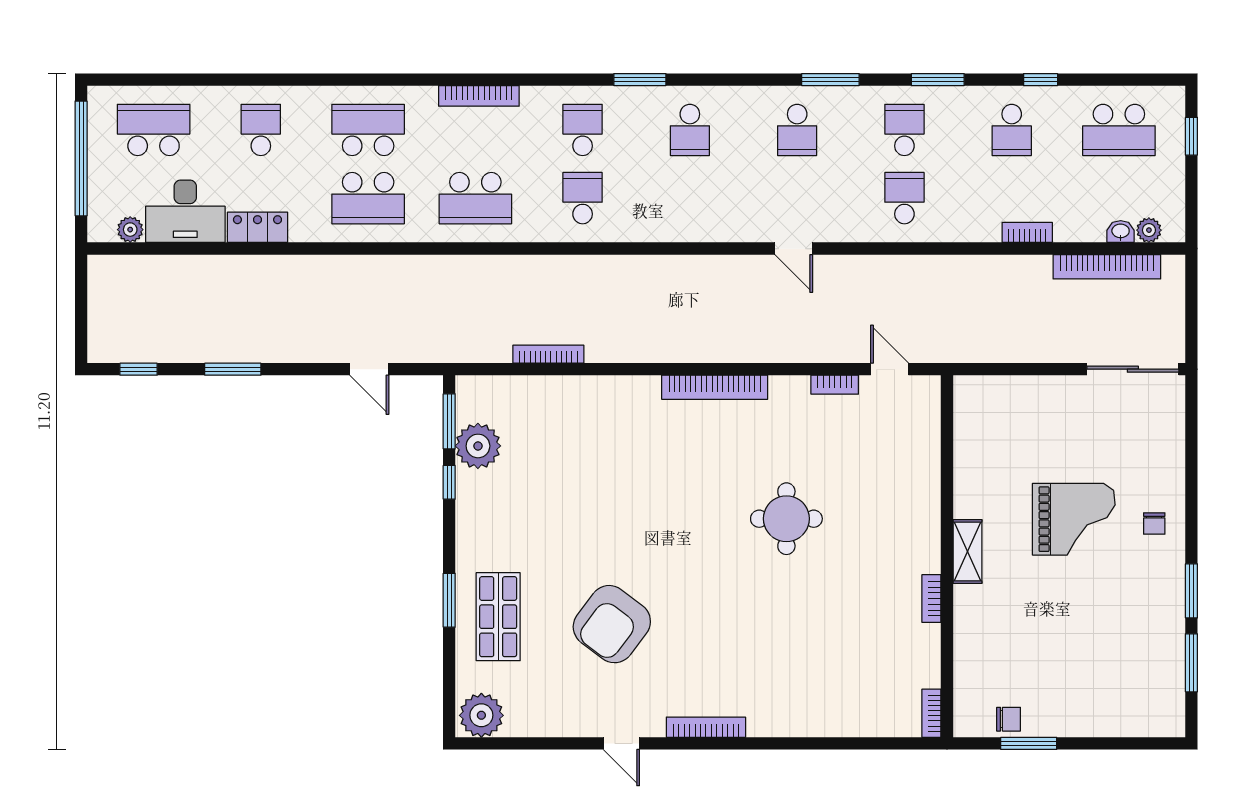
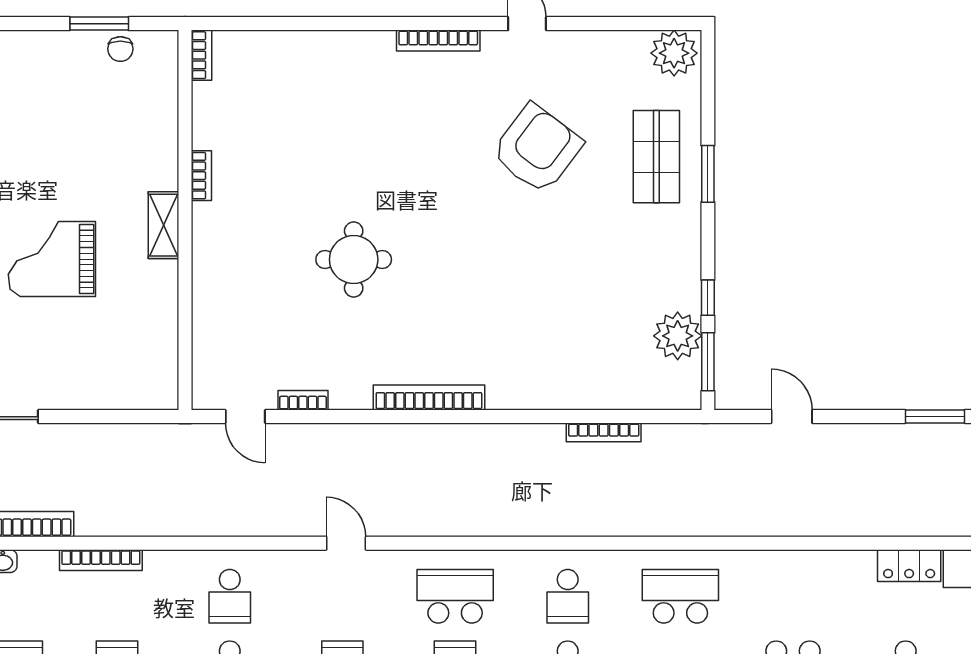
school desk: (368, 198) -> (455, 596), moved
bookcase: (1027, 232) -> (101, 560), width x1.56
chair: (1009, 719) -> (120, 49), turned -90

